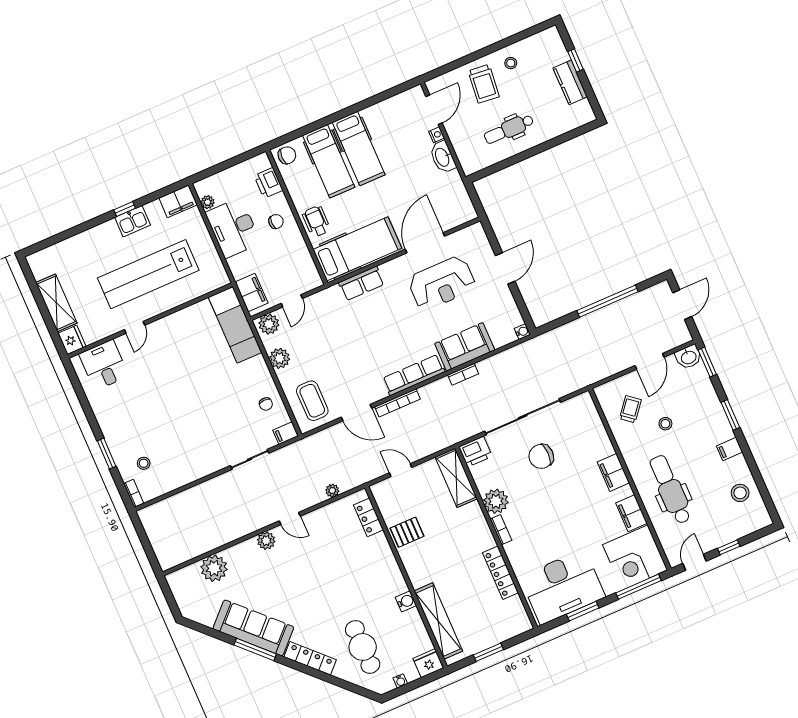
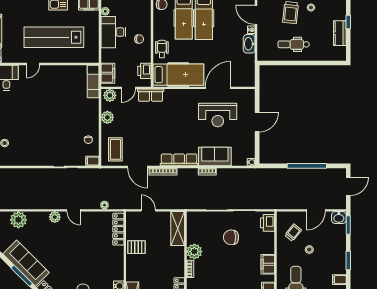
door: (434, 110) -> (256, 15), swing flipped
printer: (268, 183) -> (144, 71), moved
row of seats: (361, 283) -> (151, 95), moved
exam couch: (235, 325) -> (93, 81), width x0.73, depth x0.69
printer: (475, 452) -> (268, 223), moved, turned 90
locker: (368, 517) -> (118, 229), width x1.53

